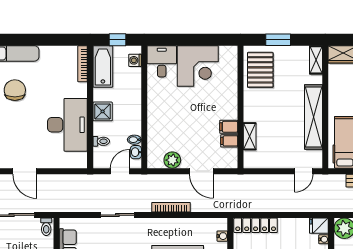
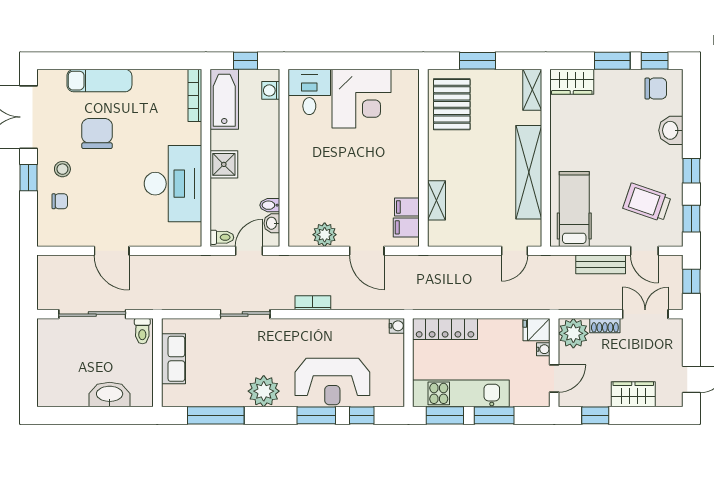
filing cabinet: (229, 127) -> (406, 227), moved
toilet: (101, 141) -> (222, 237), moved
bookcase: (171, 207) -> (313, 303), width x0.64
water cooler: (222, 236) -> (397, 326), moved

